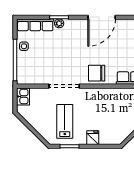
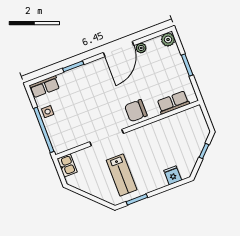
plant: (59, 23) -> (141, 48), moved
row of seats: (35, 25) -> (45, 87), width x0.68
lab bench: (65, 121) -> (122, 175), turned 180
fridge: (93, 138) -> (173, 175), moved

